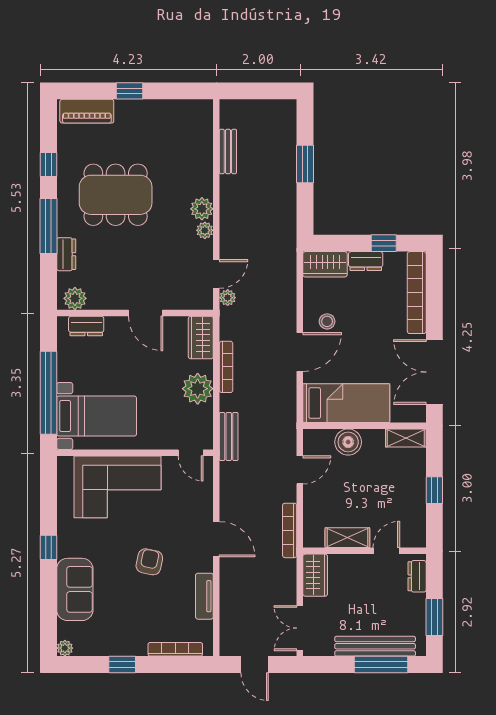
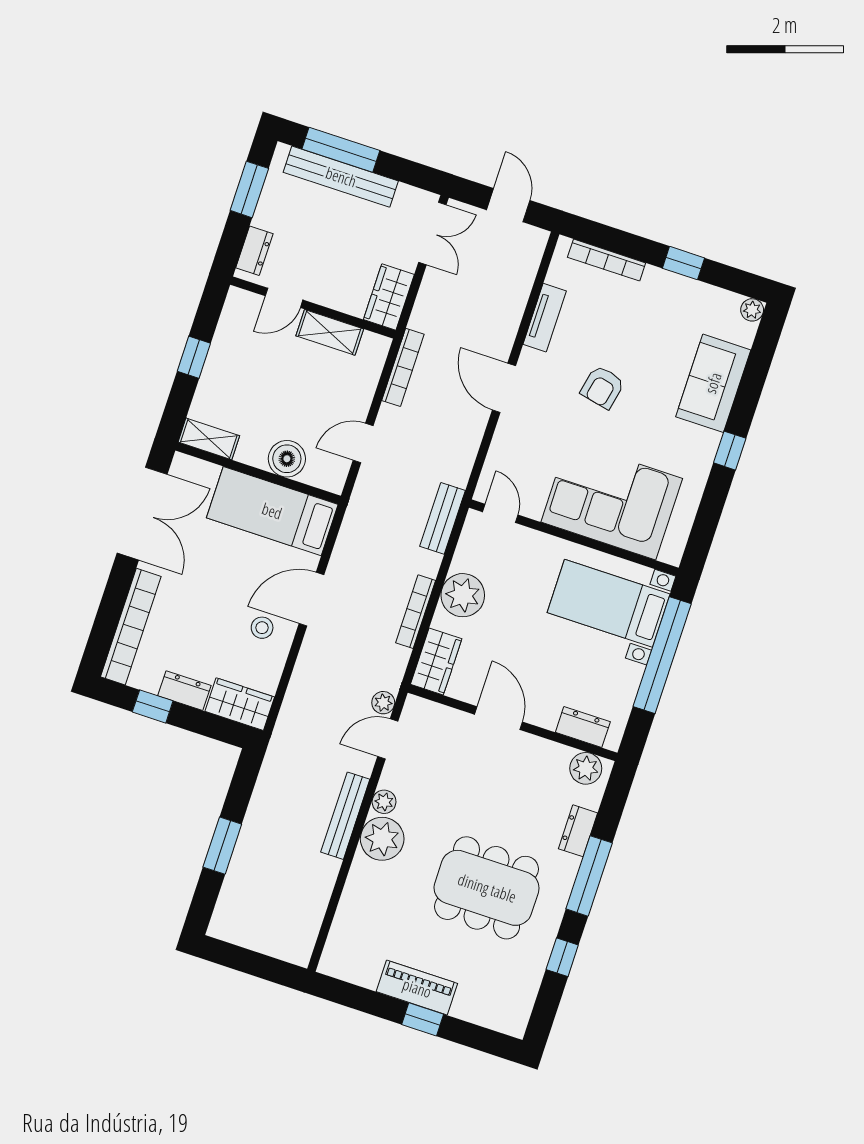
piano: (87, 111) -> (417, 988), moved
bench: (228, 151) -> (345, 816), moved, width x1.36
plant: (202, 209) -> (382, 839), width x1.36, depth x1.36

